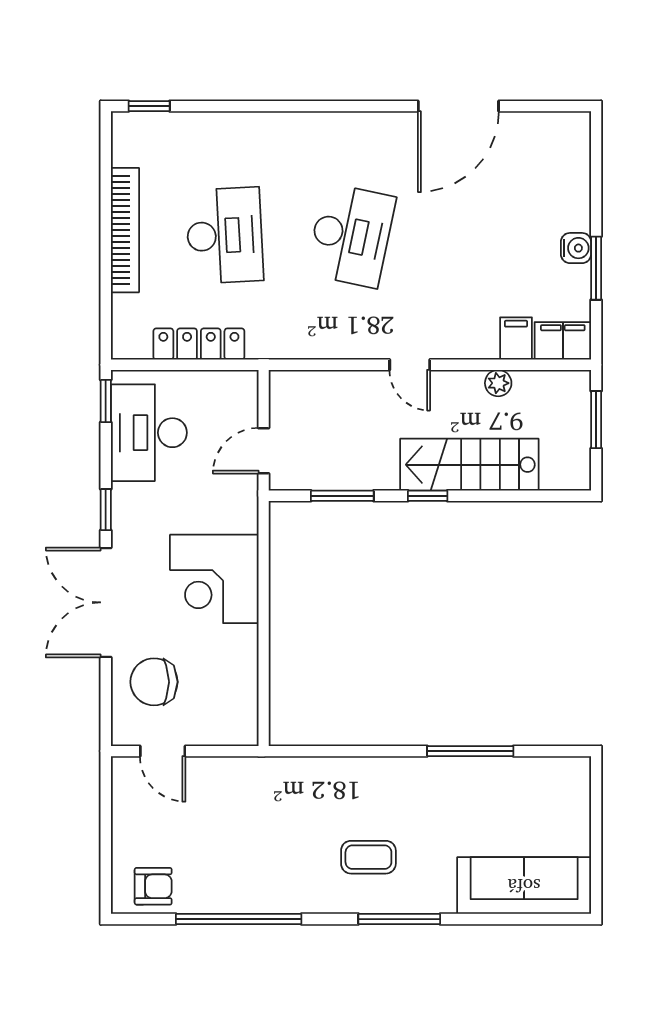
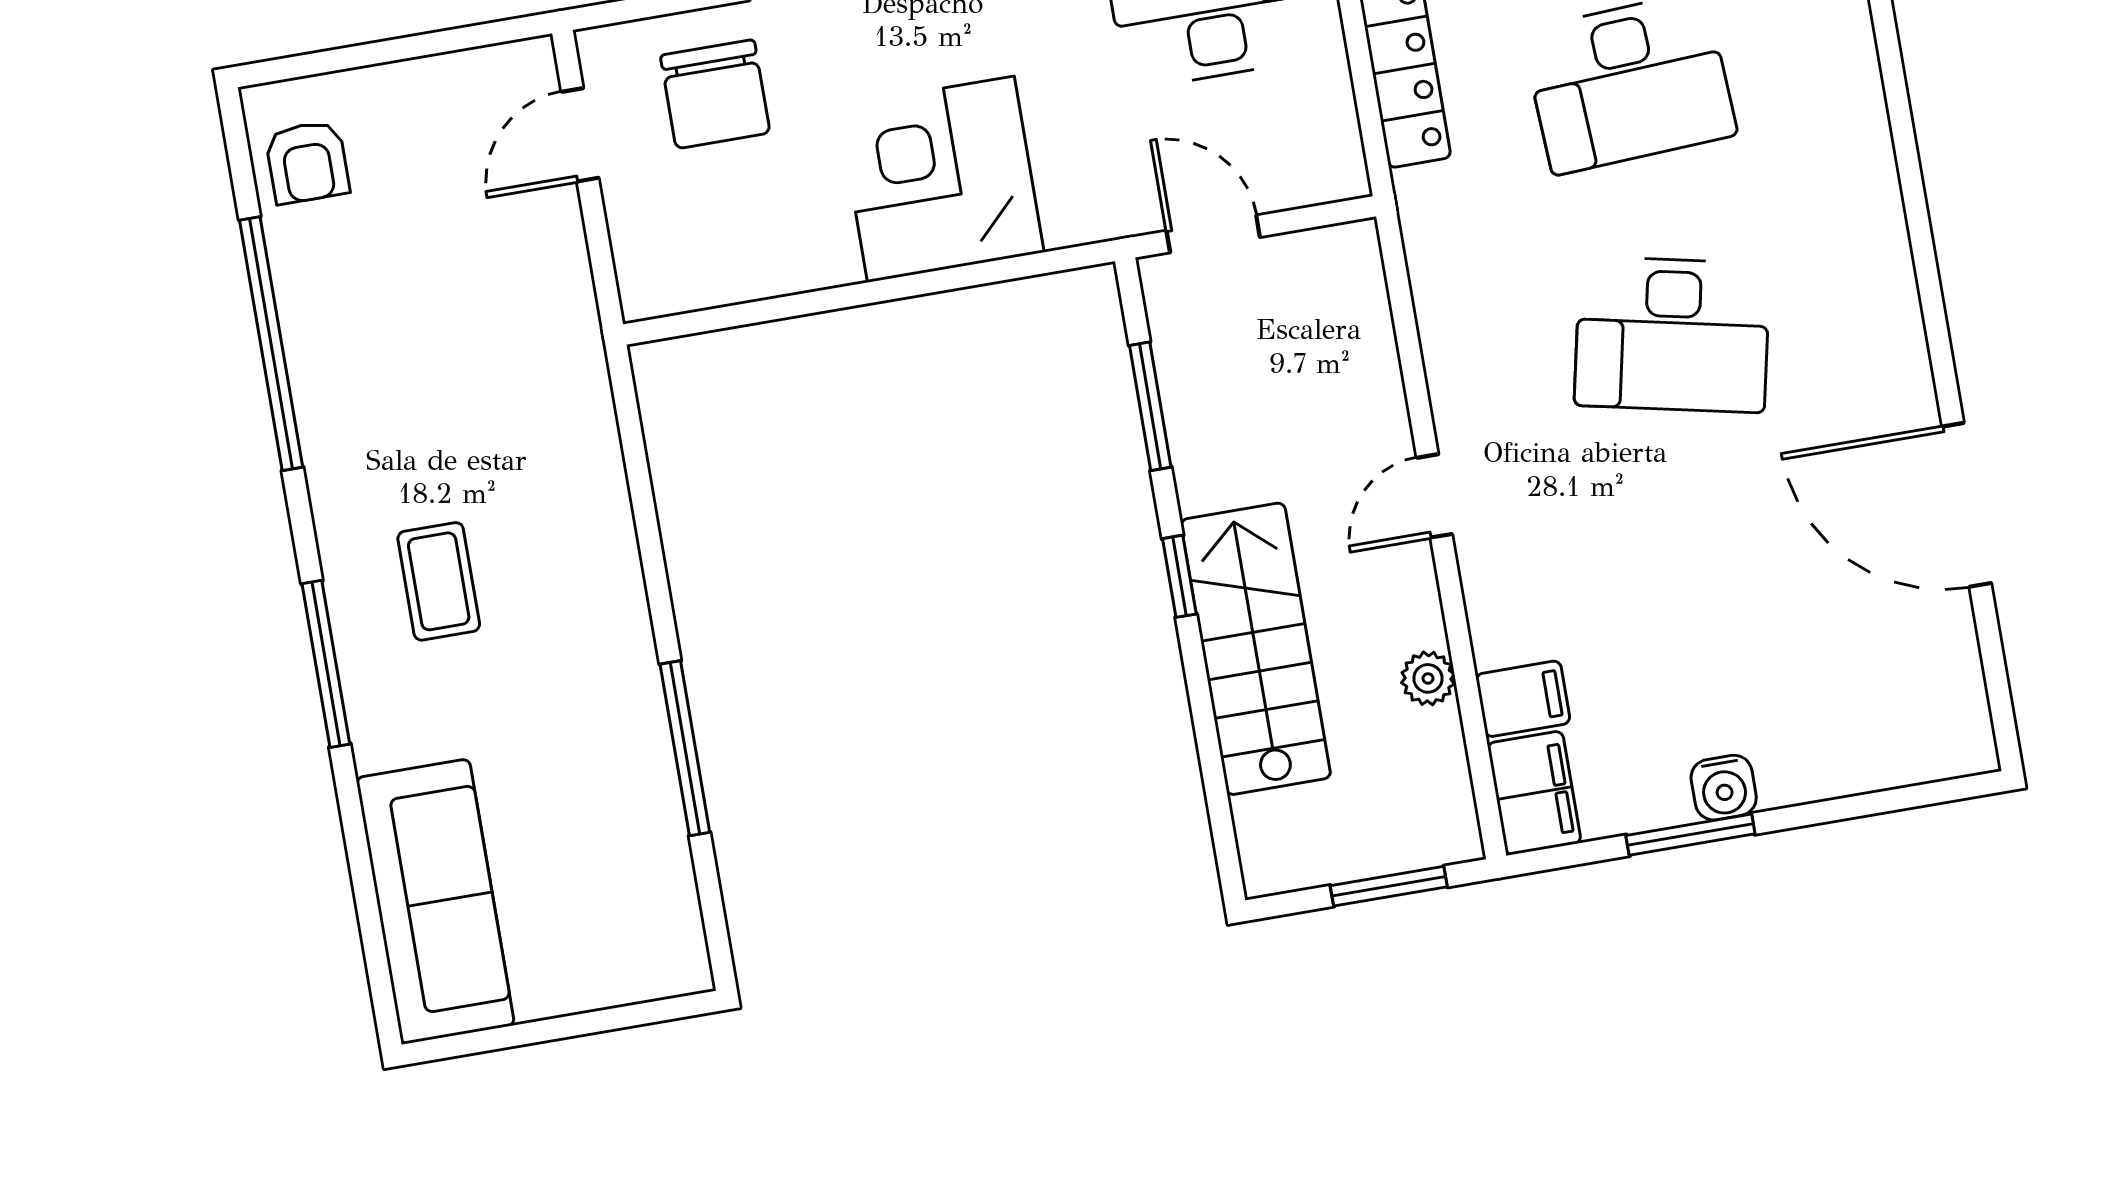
chair: (154, 682) -> (715, 94), turned 180

